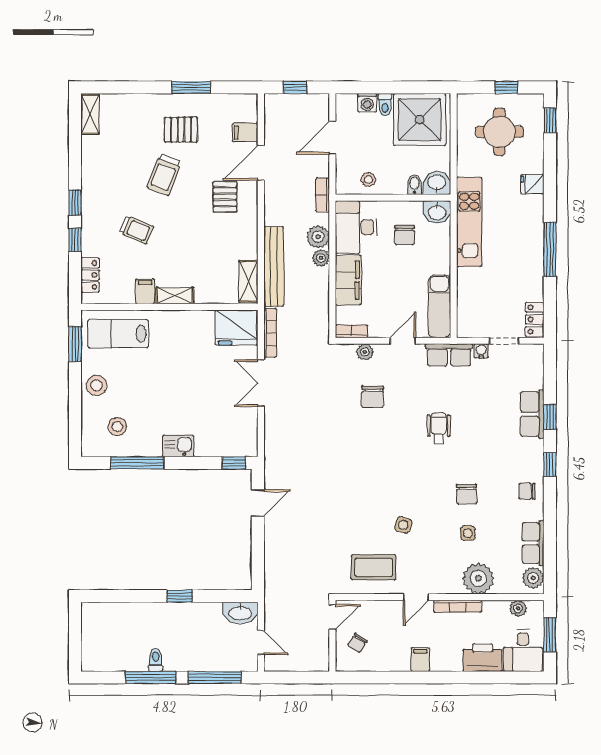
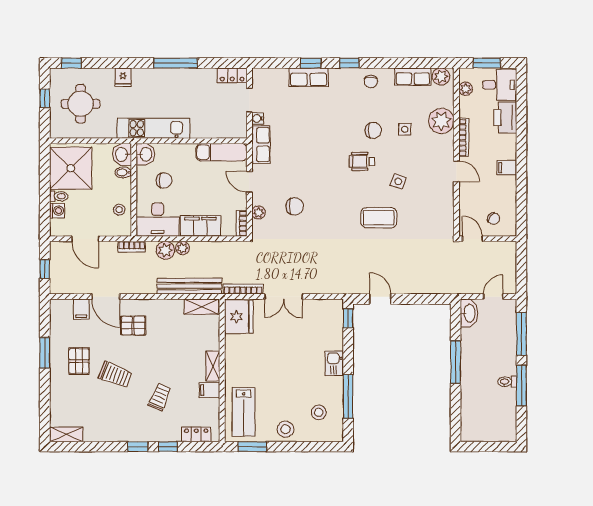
wheelchair: (439, 428) -> (362, 161), moved
coffee table: (374, 567) -> (379, 218), moved, turned 90
window: (180, 596) -> (456, 362), width x2.17

